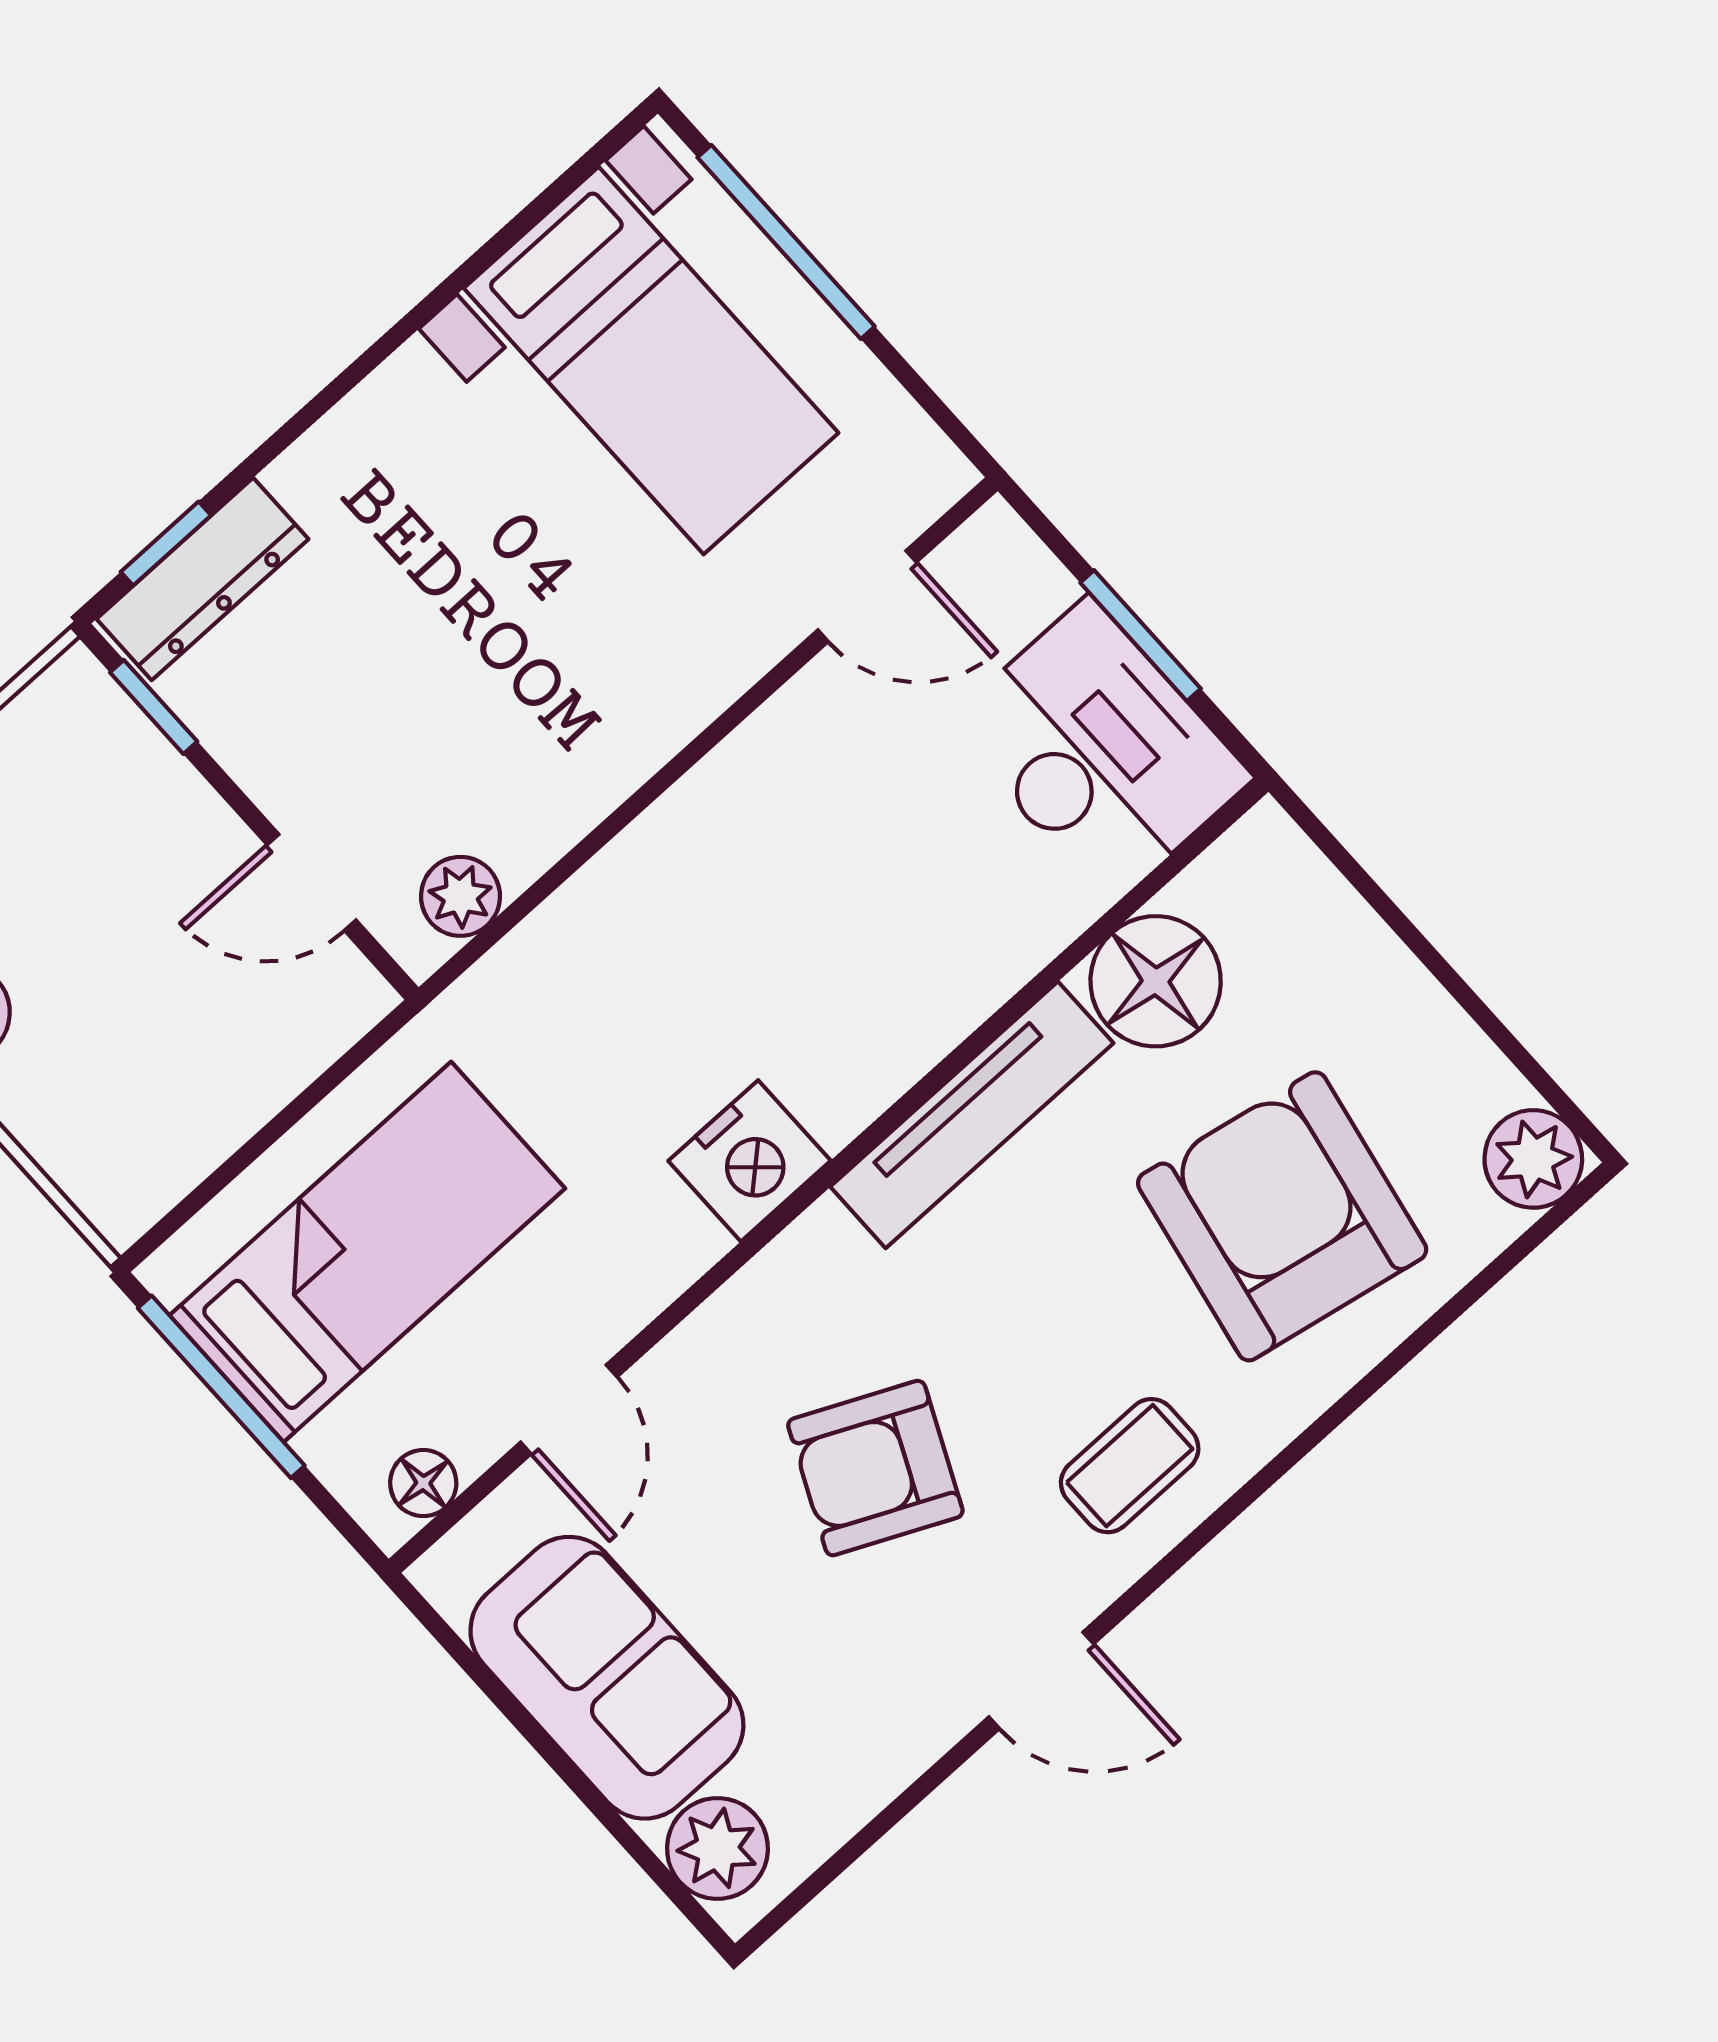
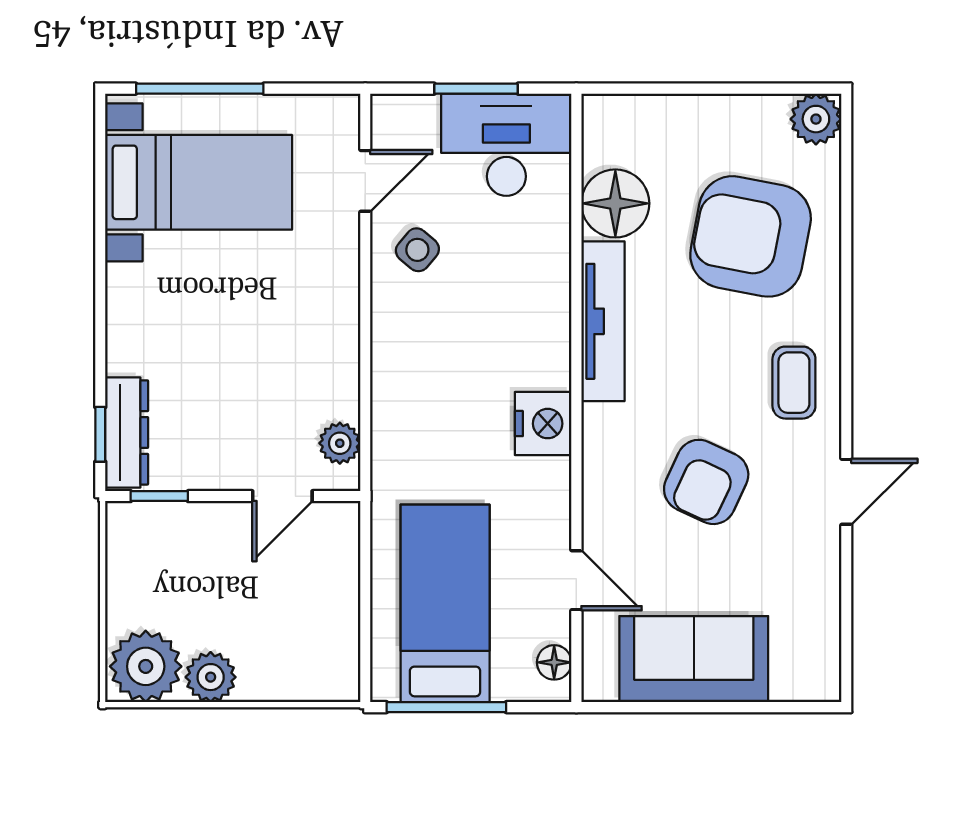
side table: (836, 759) -> (417, 250), added
plant: (717, 1848) -> (798, 676), removed

